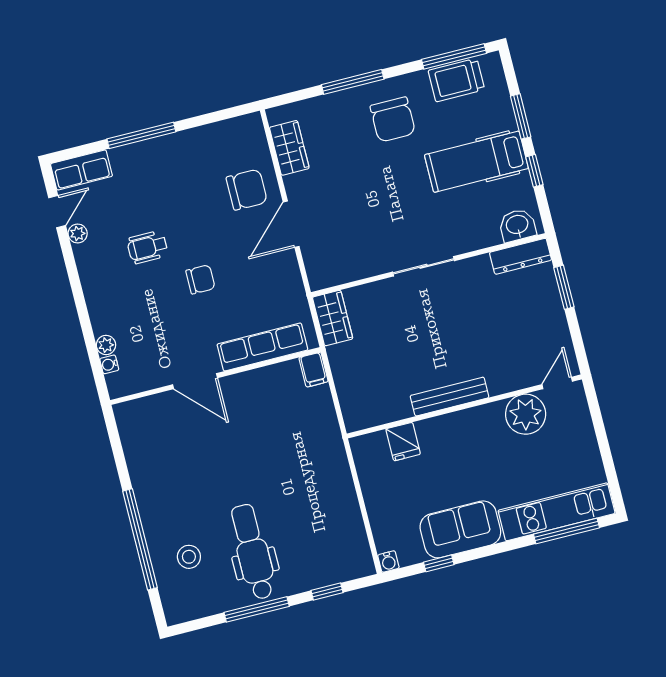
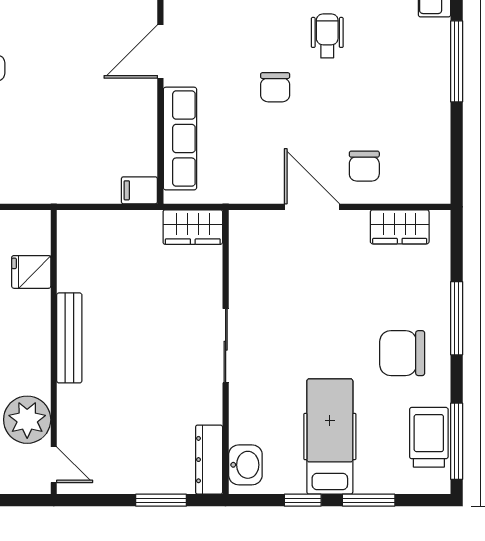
chair: (247, 190) -> (364, 166), width x0.73, depth x0.73

